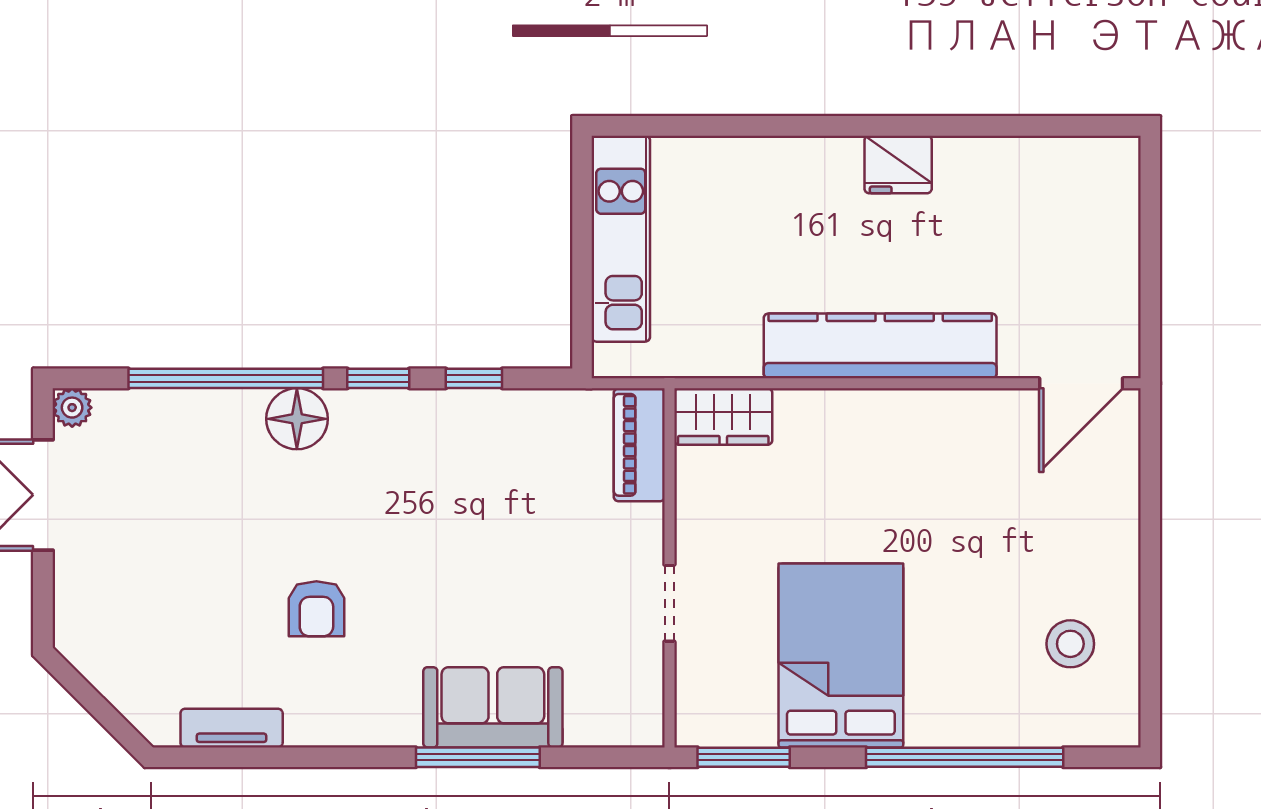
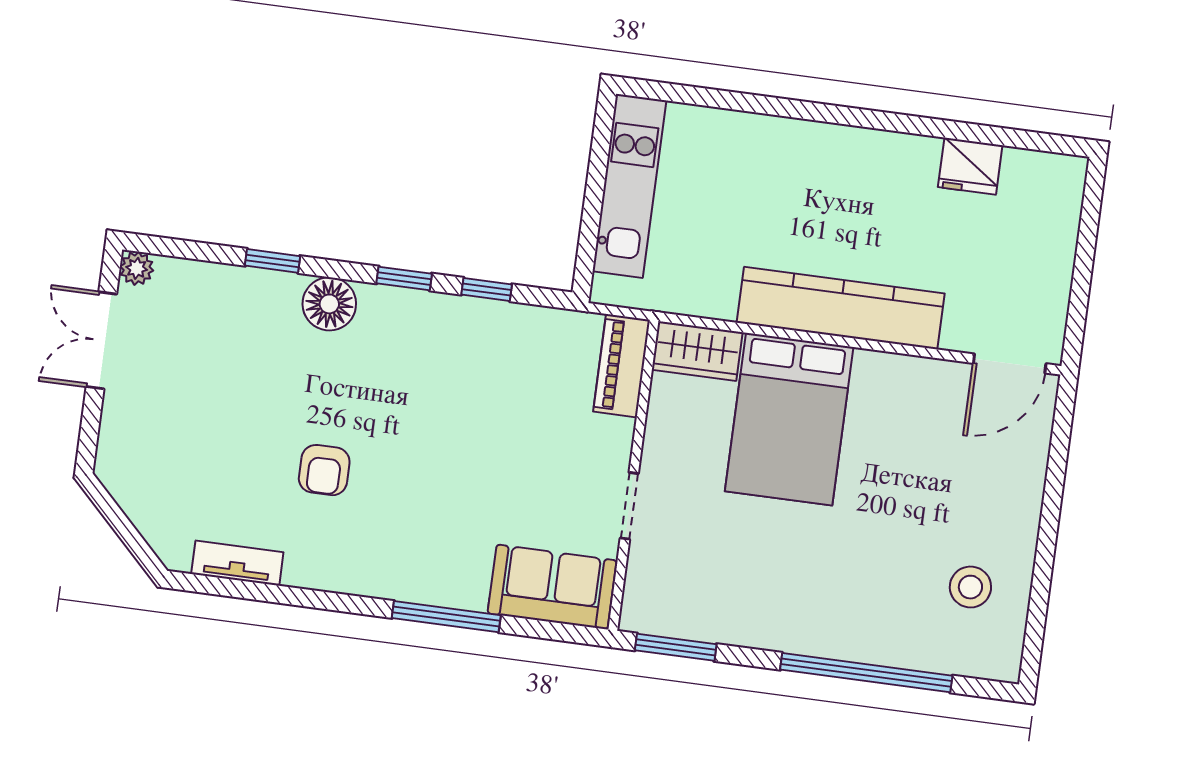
fridge: (898, 164) -> (970, 166), moved
window: (226, 378) -> (273, 261), width x0.32
bed: (841, 655) -> (789, 419), moved, turned 180
sofa: (493, 707) -> (552, 587), moved

